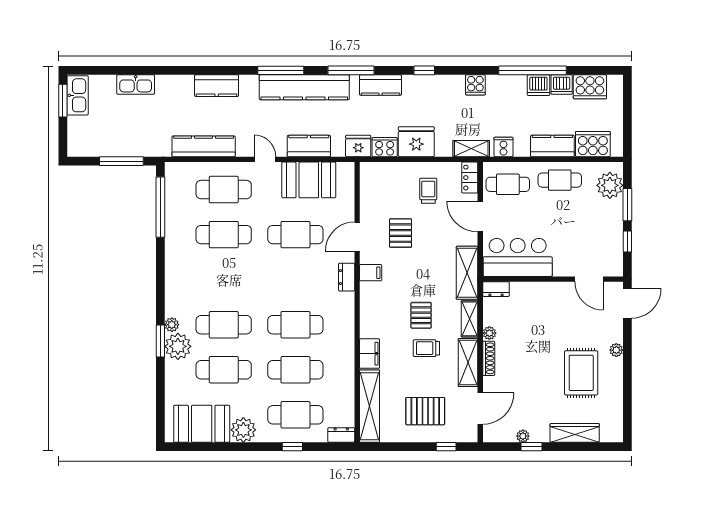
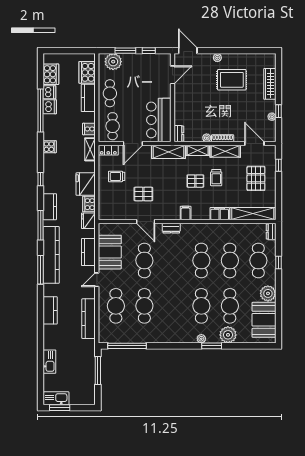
filing cabinet: (371, 273) -> (186, 213), moved
plant: (178, 346) -> (228, 335), moved

